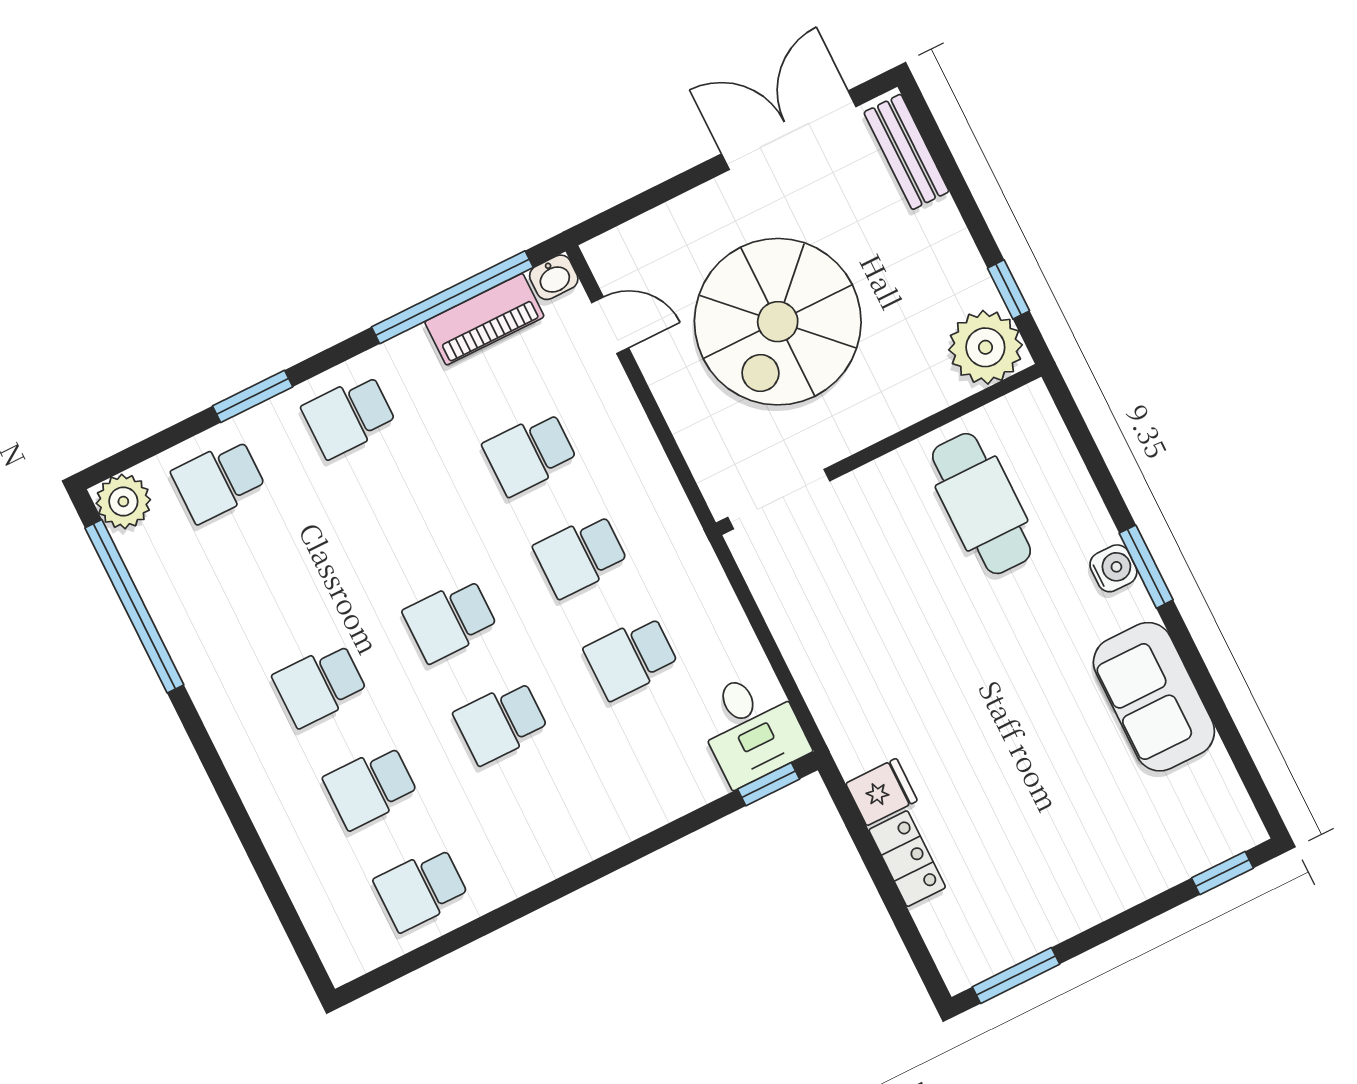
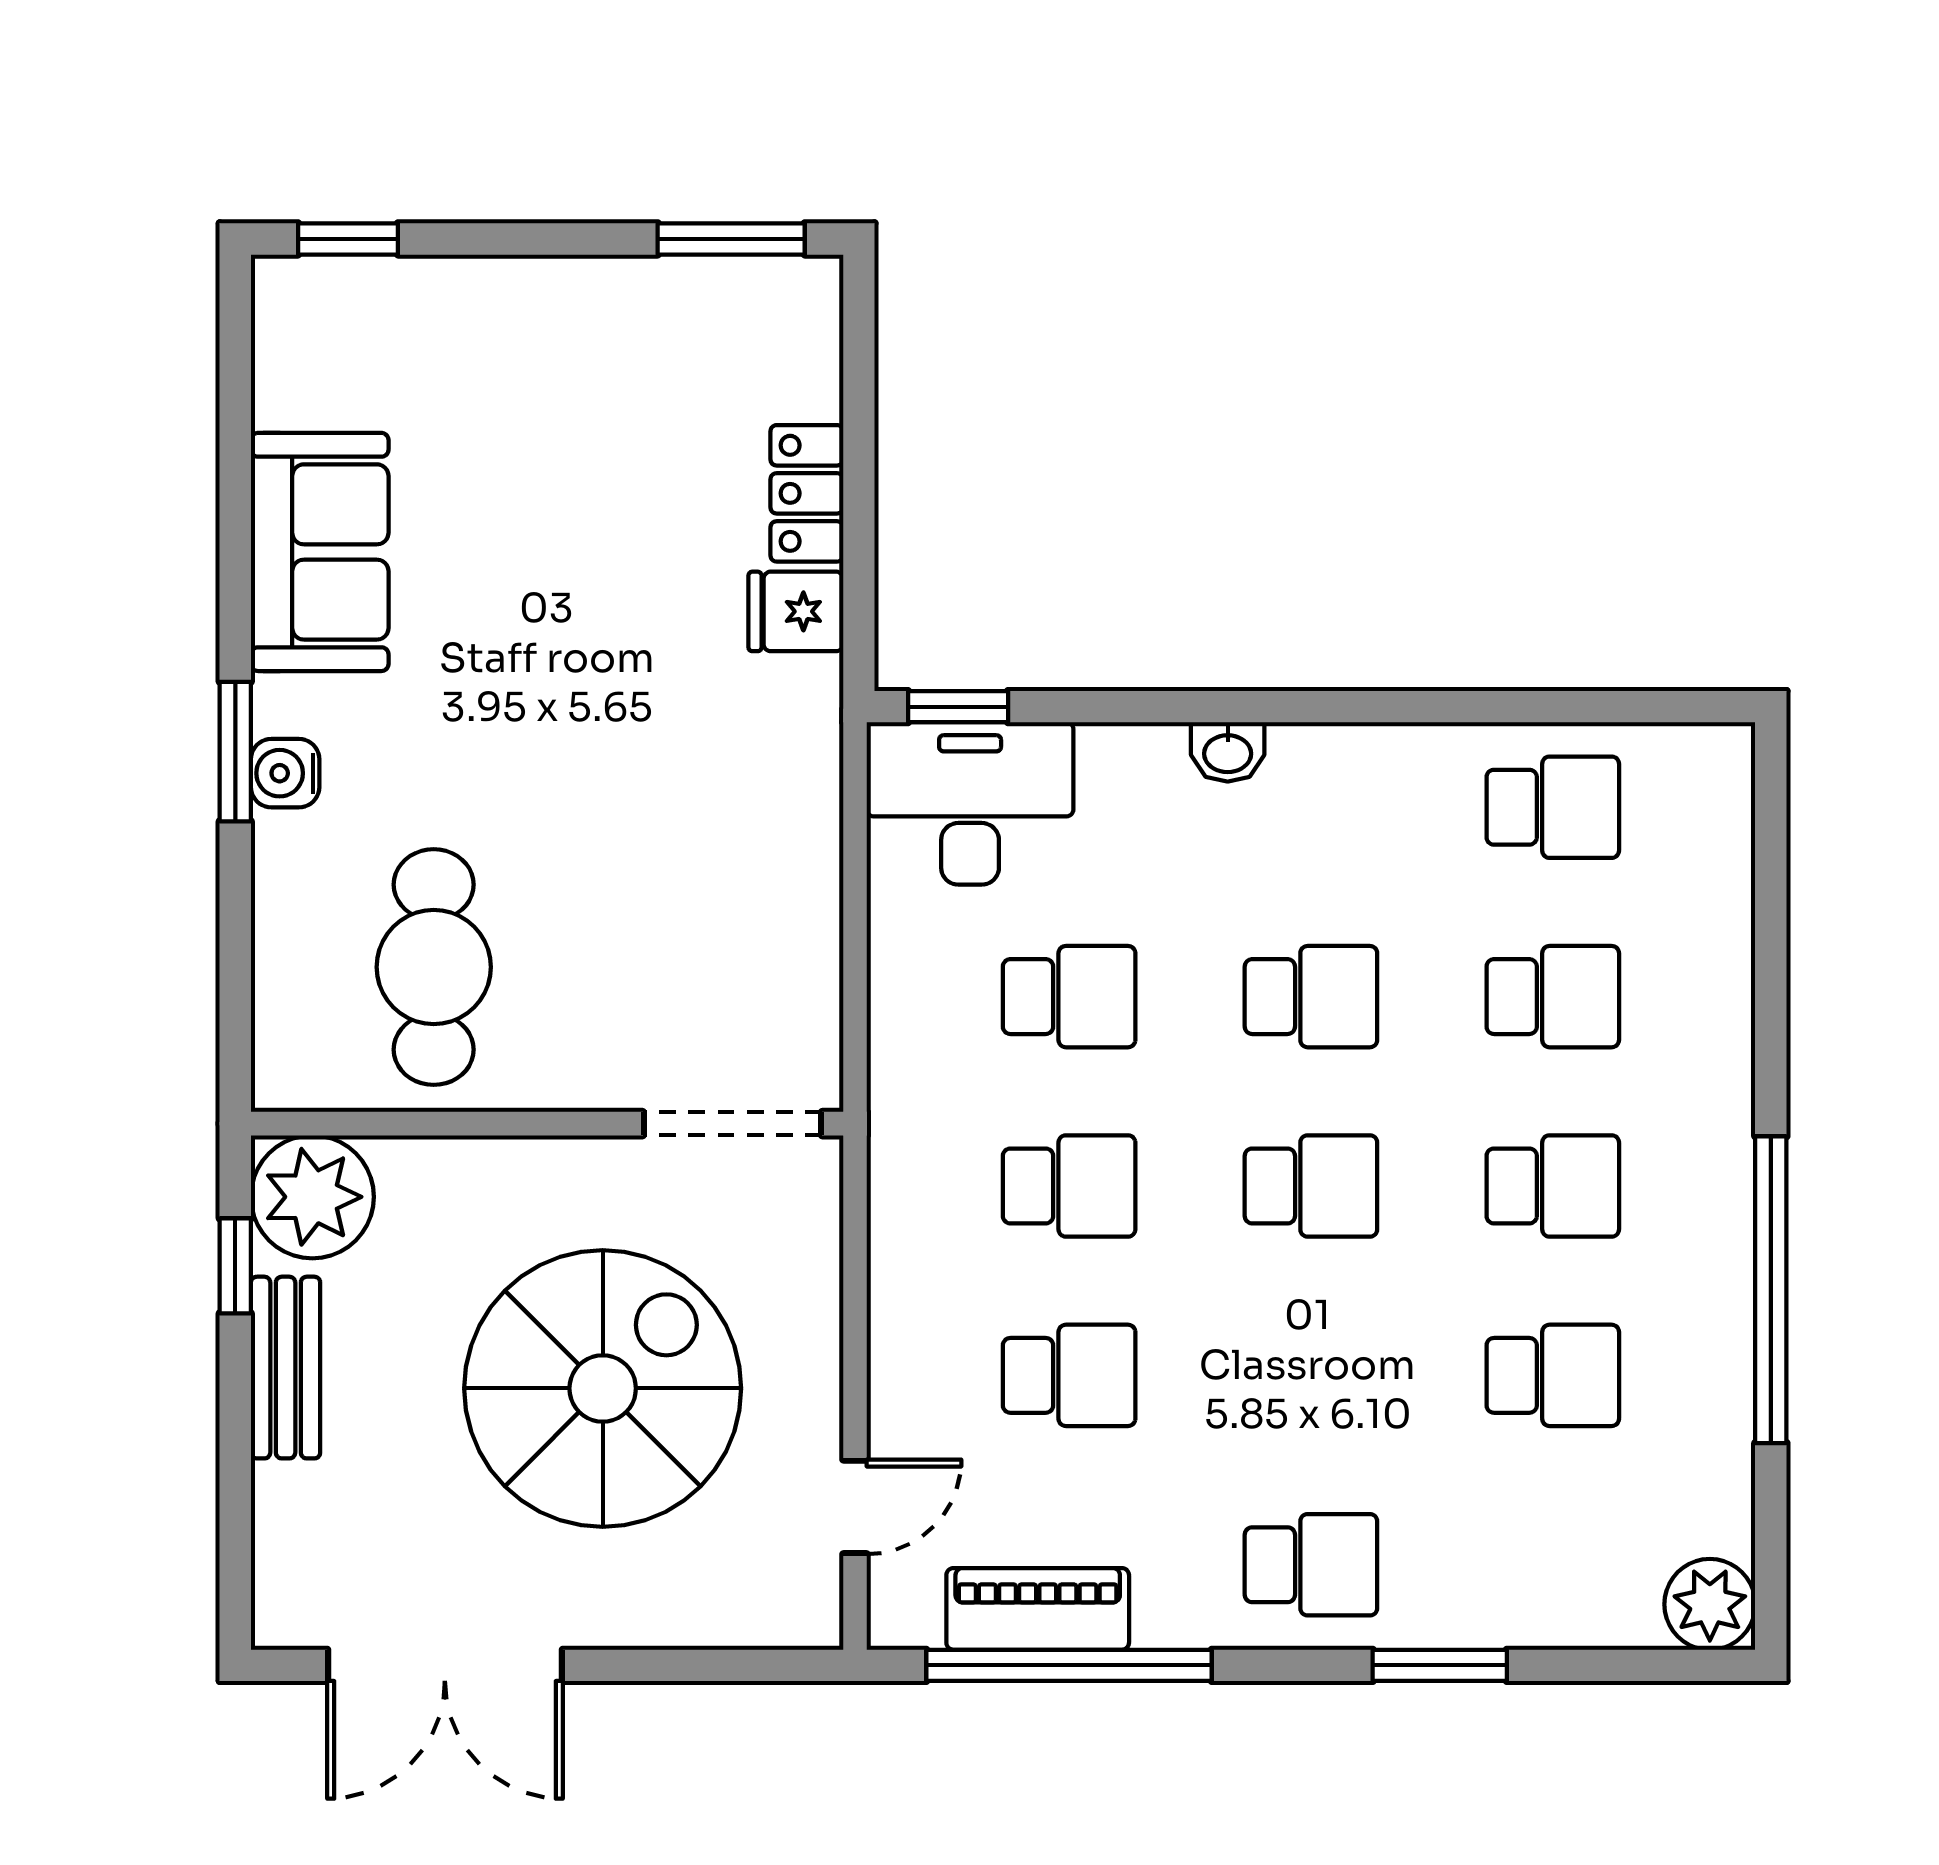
bench: (906, 152) -> (286, 1368), moved
washbasin: (554, 277) -> (1228, 752), moved, turned 180
door: (610, 325) -> (855, 1507), swing flipped
school desk: (219, 481) -> (1553, 1375), moved
window: (134, 606) -> (1771, 1290), moved
desk: (751, 728) -> (970, 803), width x1.37

